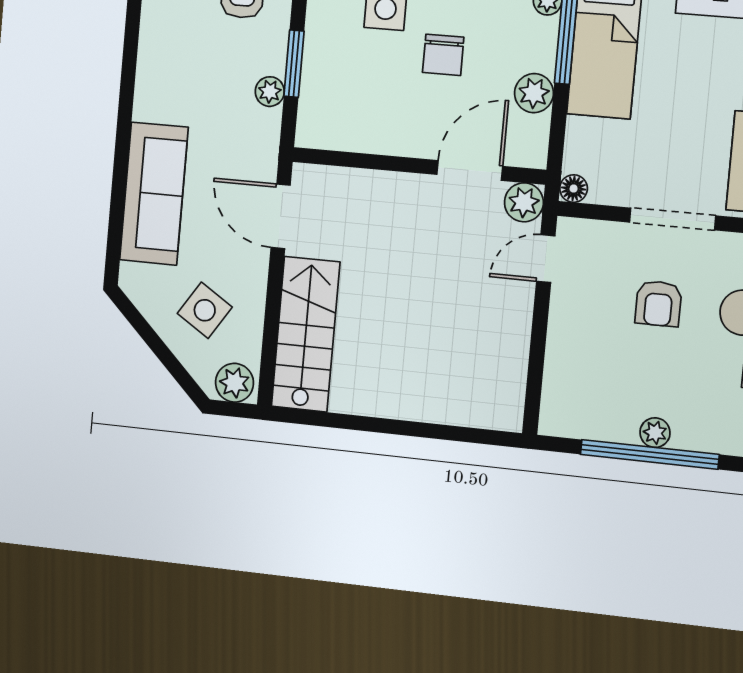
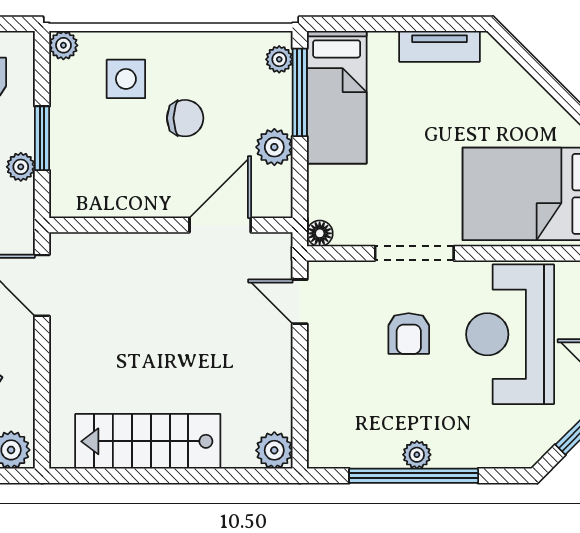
chair: (443, 55) -> (185, 118), turned -90
plant: (524, 202) -> (274, 450), moved
door: (546, 259) -> (300, 302), hinge flipped
stairs: (306, 334) -> (148, 441), moved, turned -90

